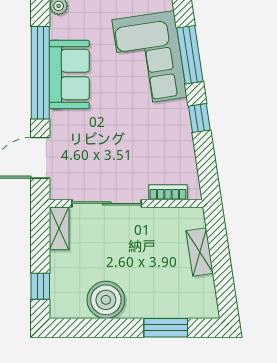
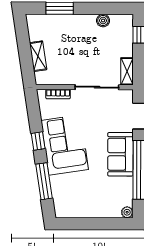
corner sofa: (149, 58) -> (65, 145), moved
sofa: (69, 74) -> (120, 154), moved
boiler: (106, 300) -> (103, 21), width x0.54, depth x0.54

